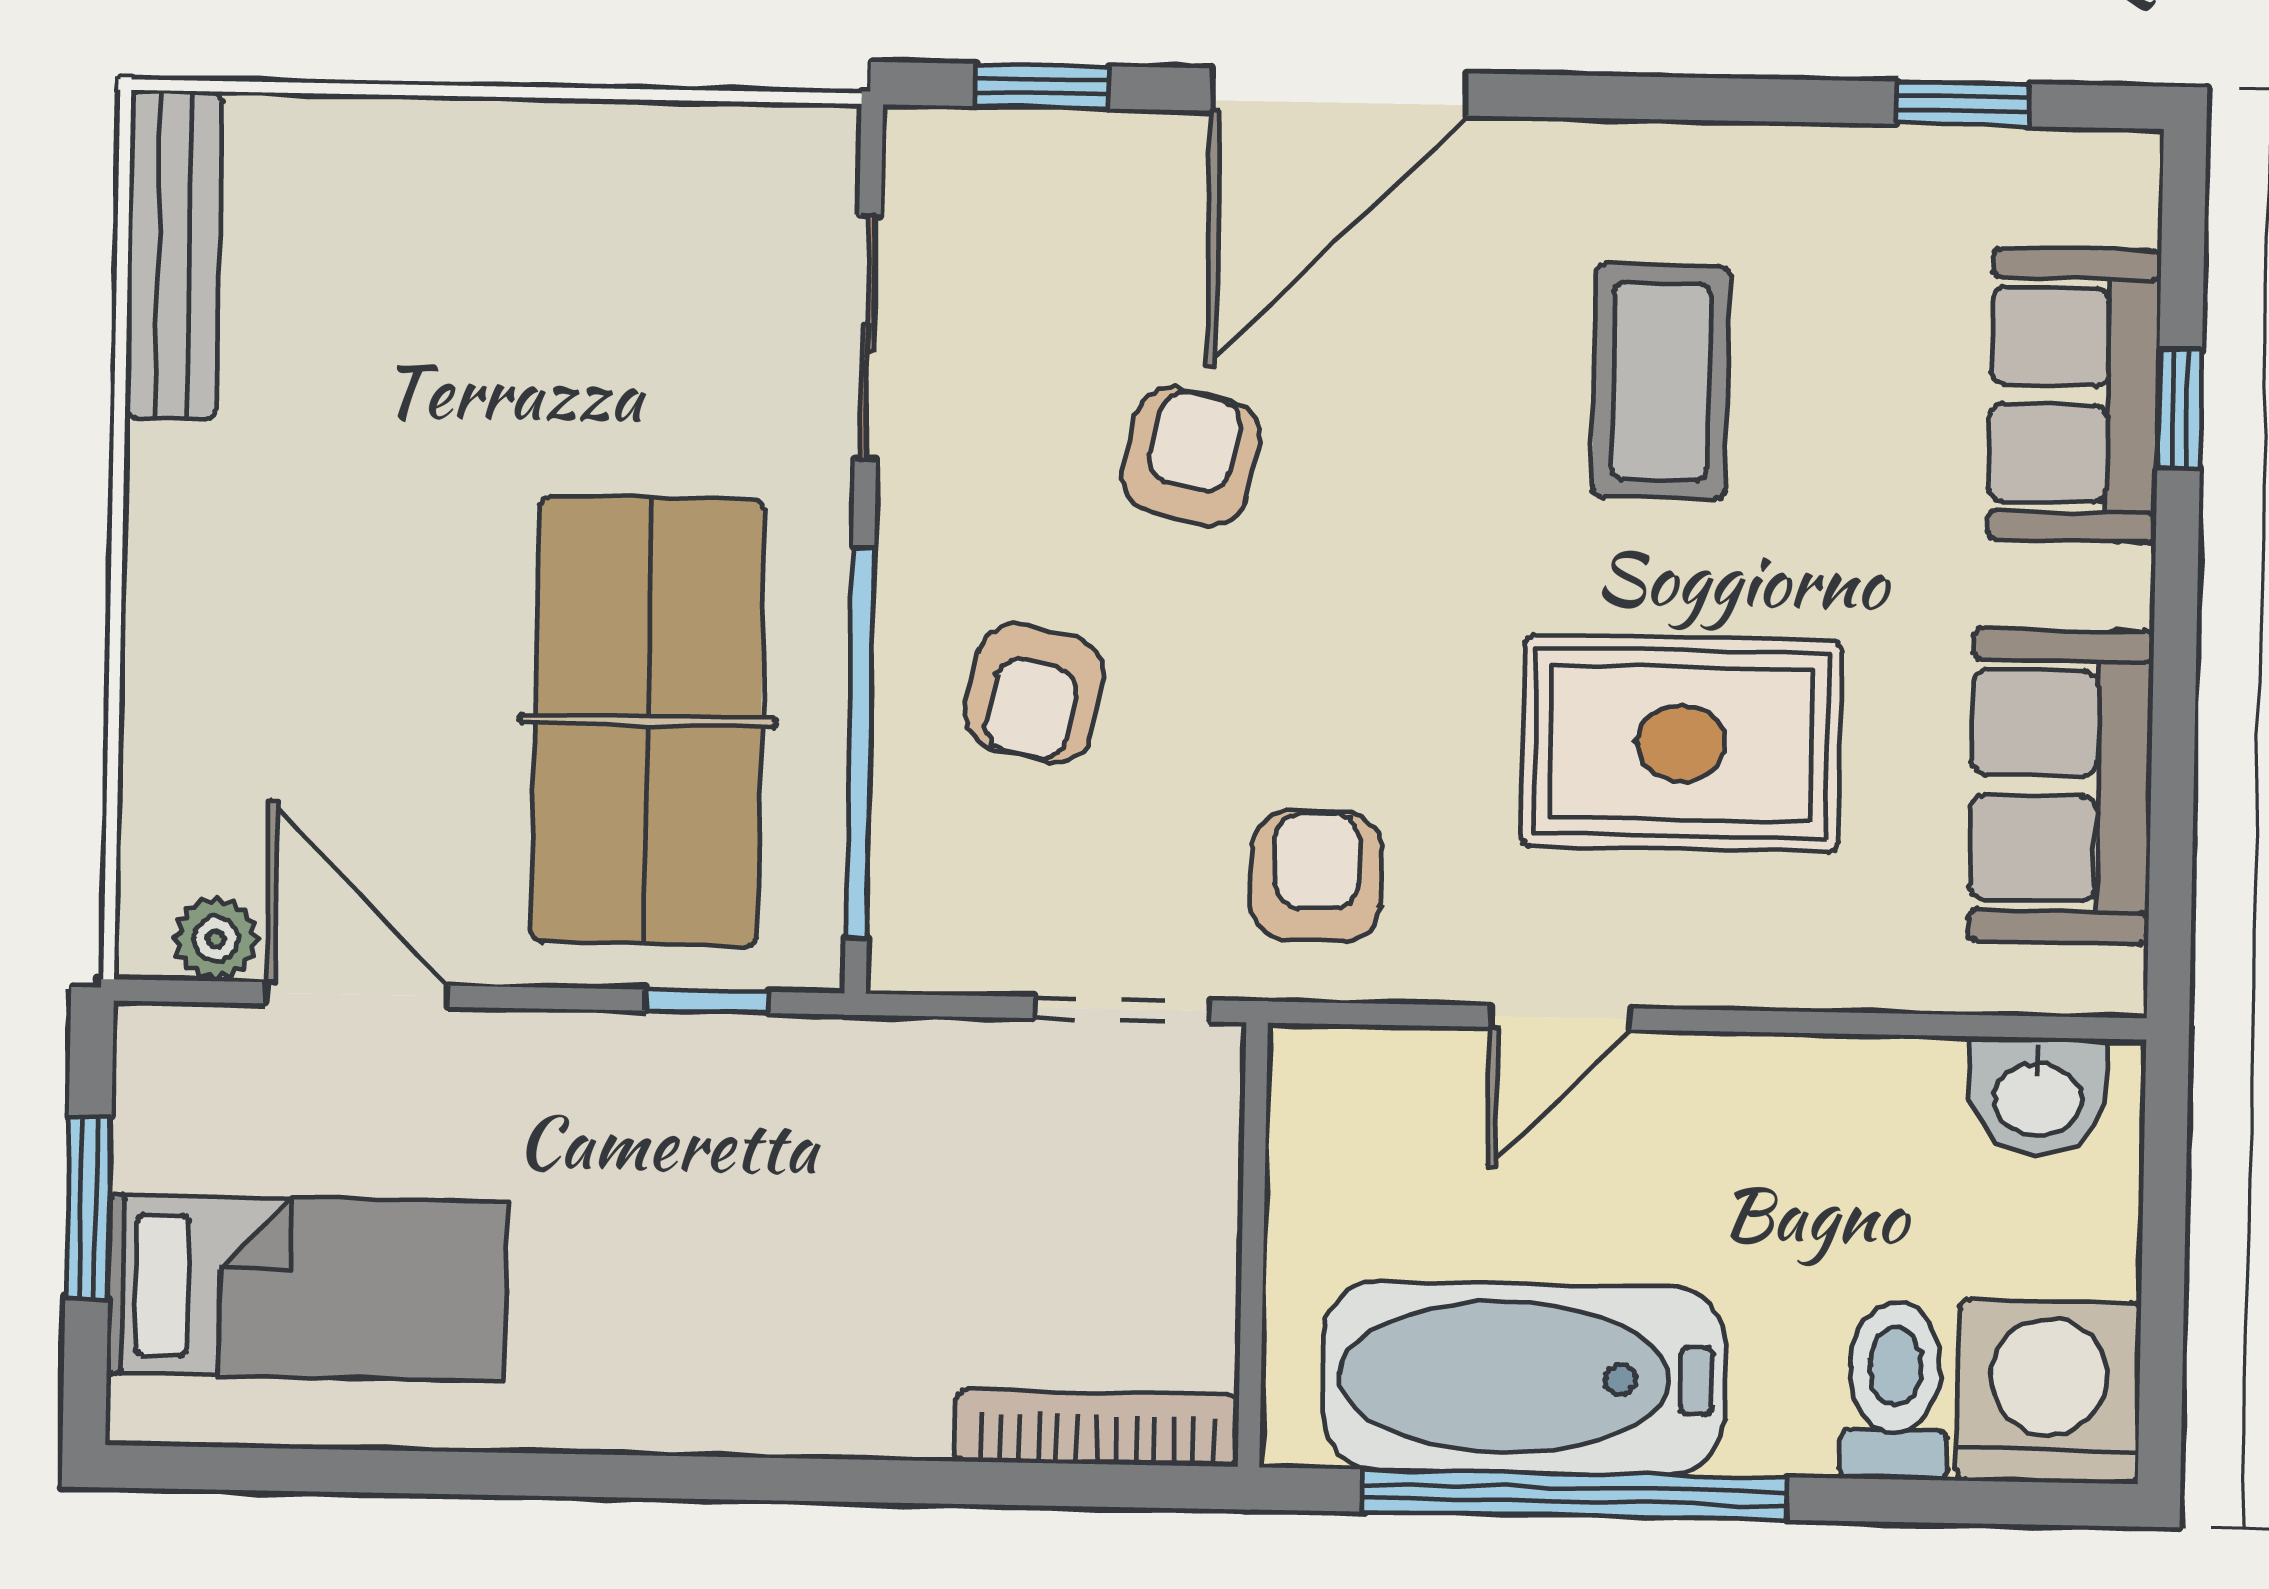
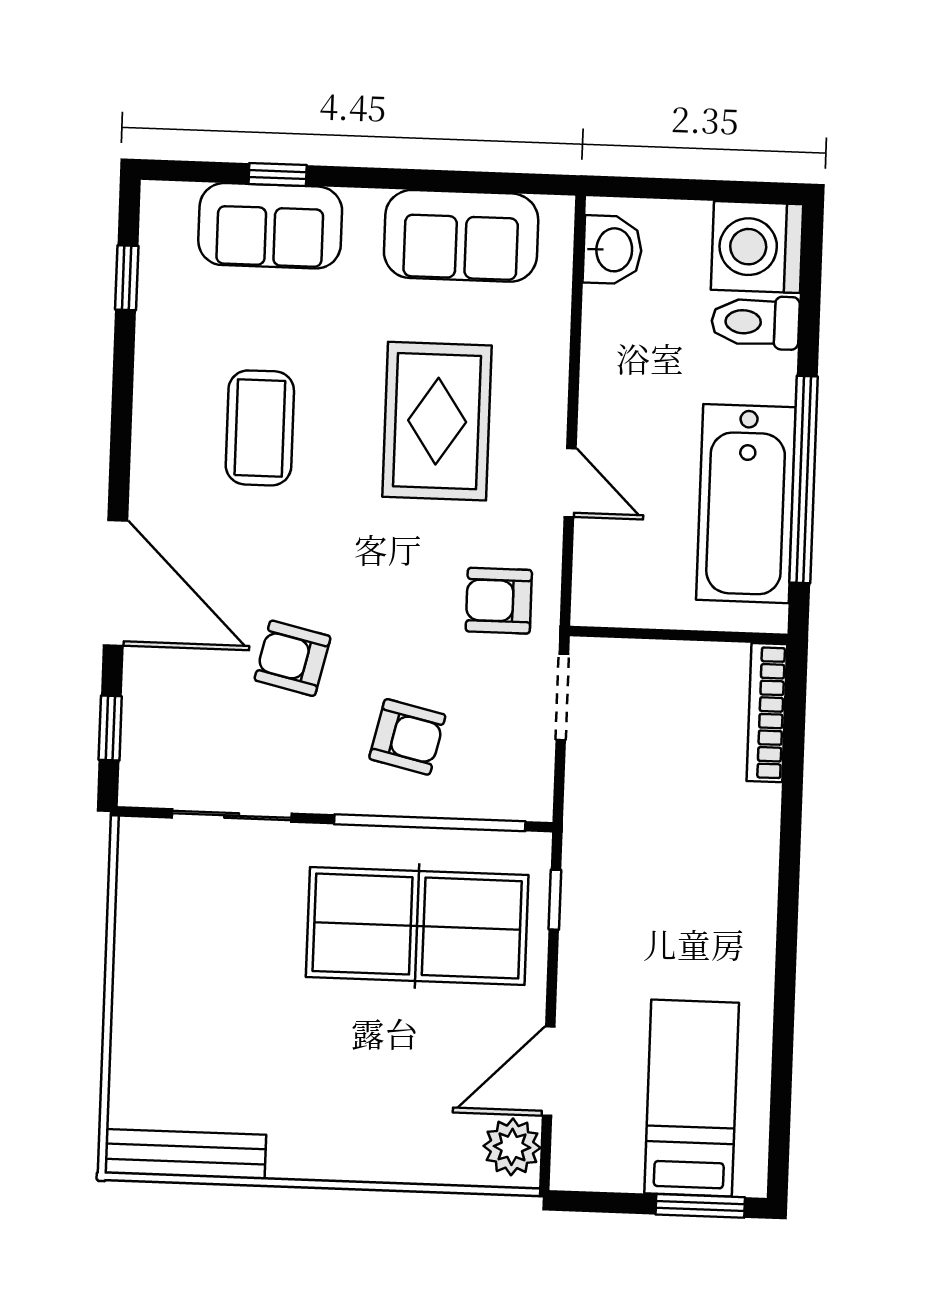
coffee table: (1661, 381) -> (260, 428), turned 90
plant: (216, 939) -> (512, 1147), width x1.38, depth x1.38
window: (88, 1208) -> (700, 1206), moved

